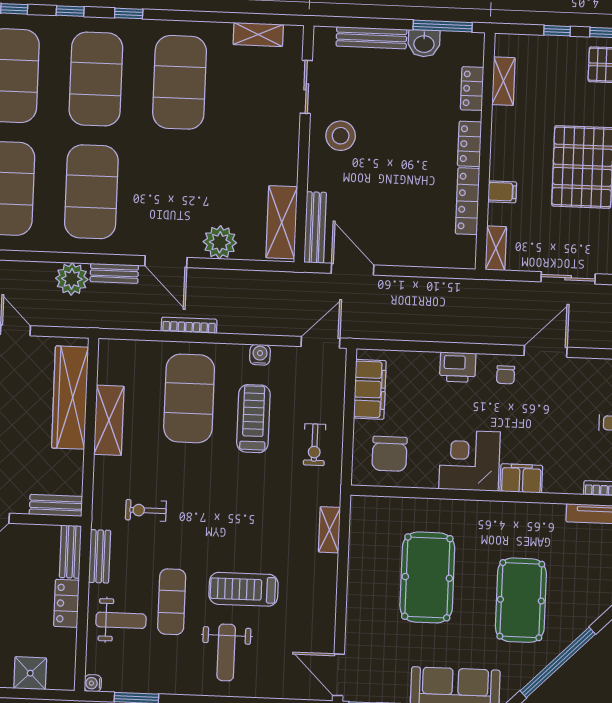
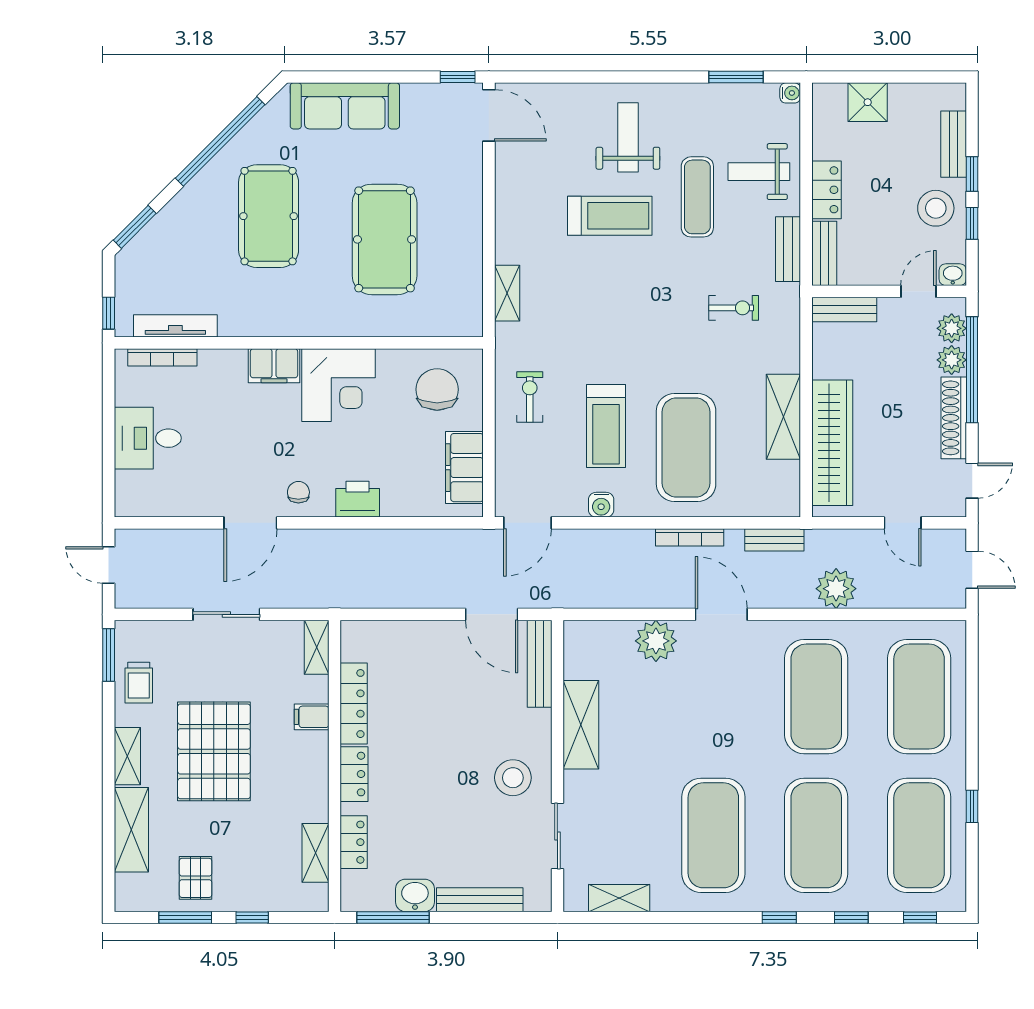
shelving: (282, 222) -> (581, 725), moved
bench: (114, 273) -> (774, 540), moved

